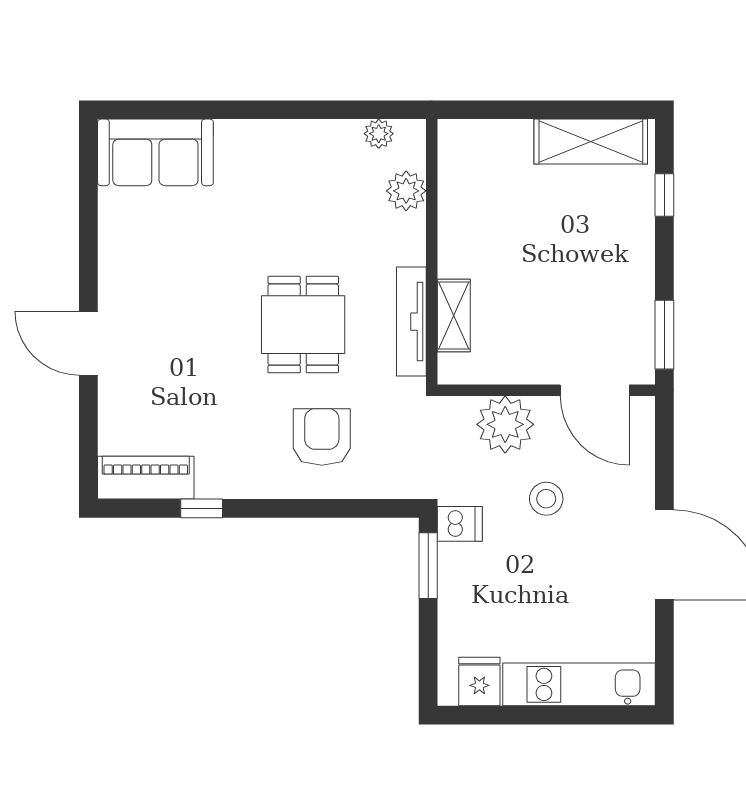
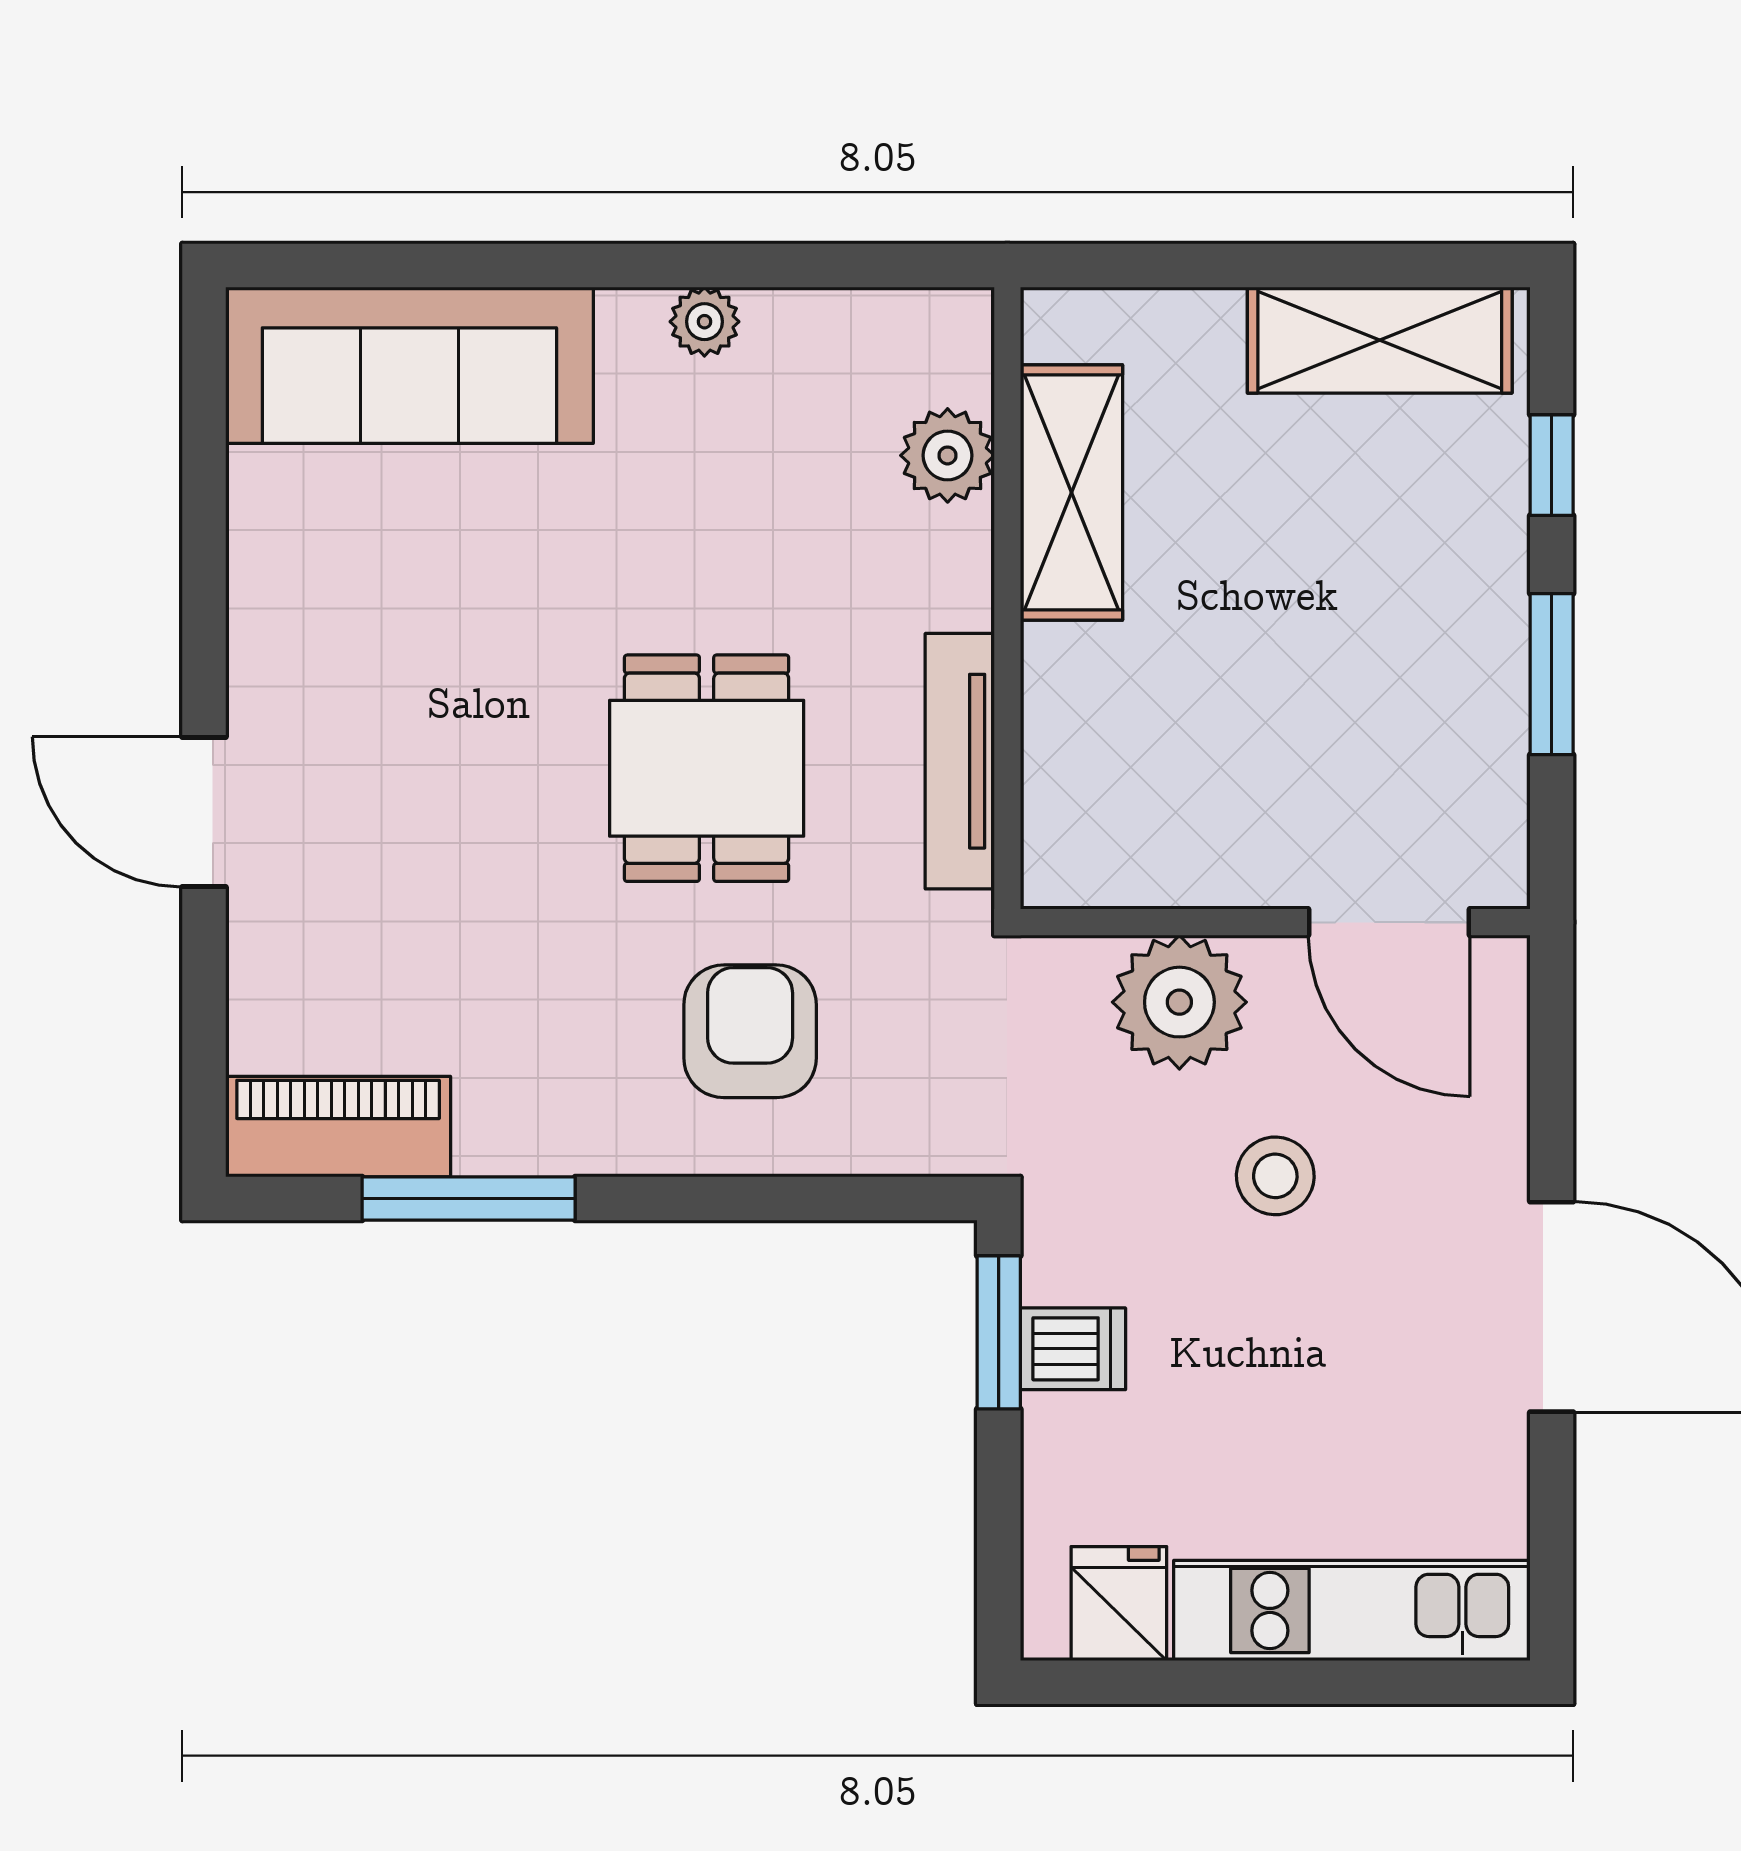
plant: (379, 134) -> (704, 322), moved
sofa: (155, 152) -> (409, 365), width x1.36
shelving: (454, 316) -> (1071, 492), moved, width x1.50, depth x1.33
window: (664, 335) -> (1552, 674), moved
window: (202, 508) -> (469, 1199), width x2.17
dishwasher: (460, 524) -> (1073, 1349), moved

